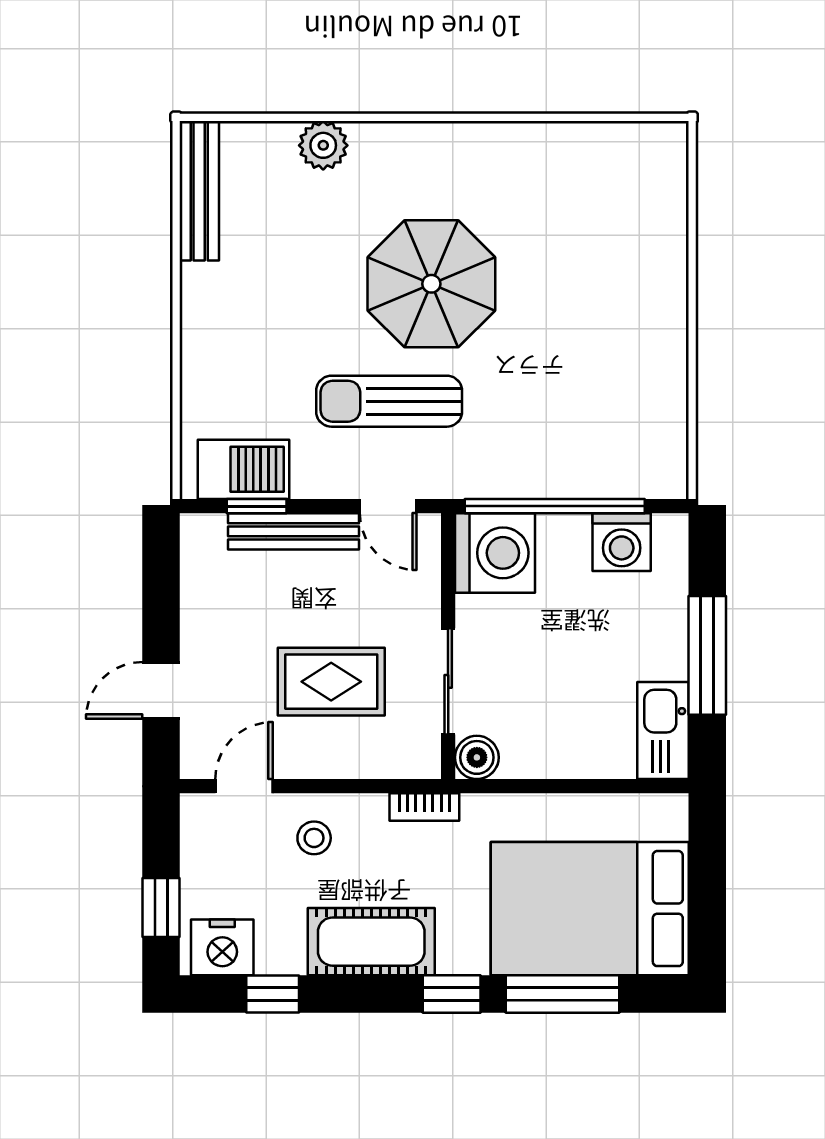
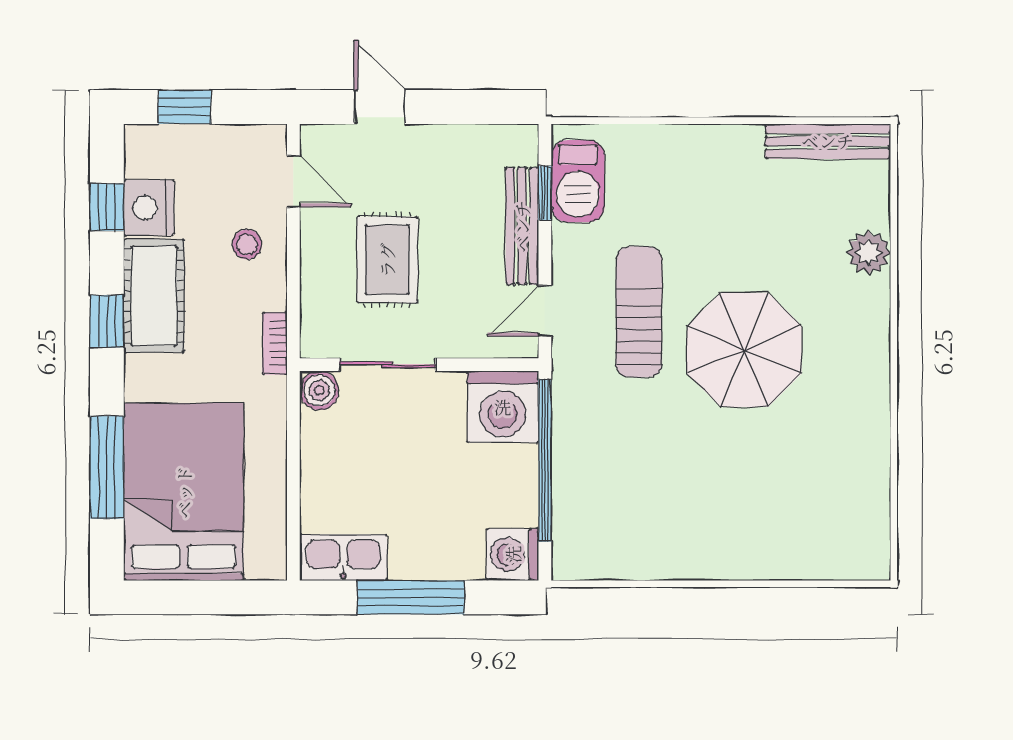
washing machine: (622, 542) -> (513, 554), moved
nightstand: (222, 947) -> (149, 208), moved
window: (452, 994) -> (107, 321), moved

